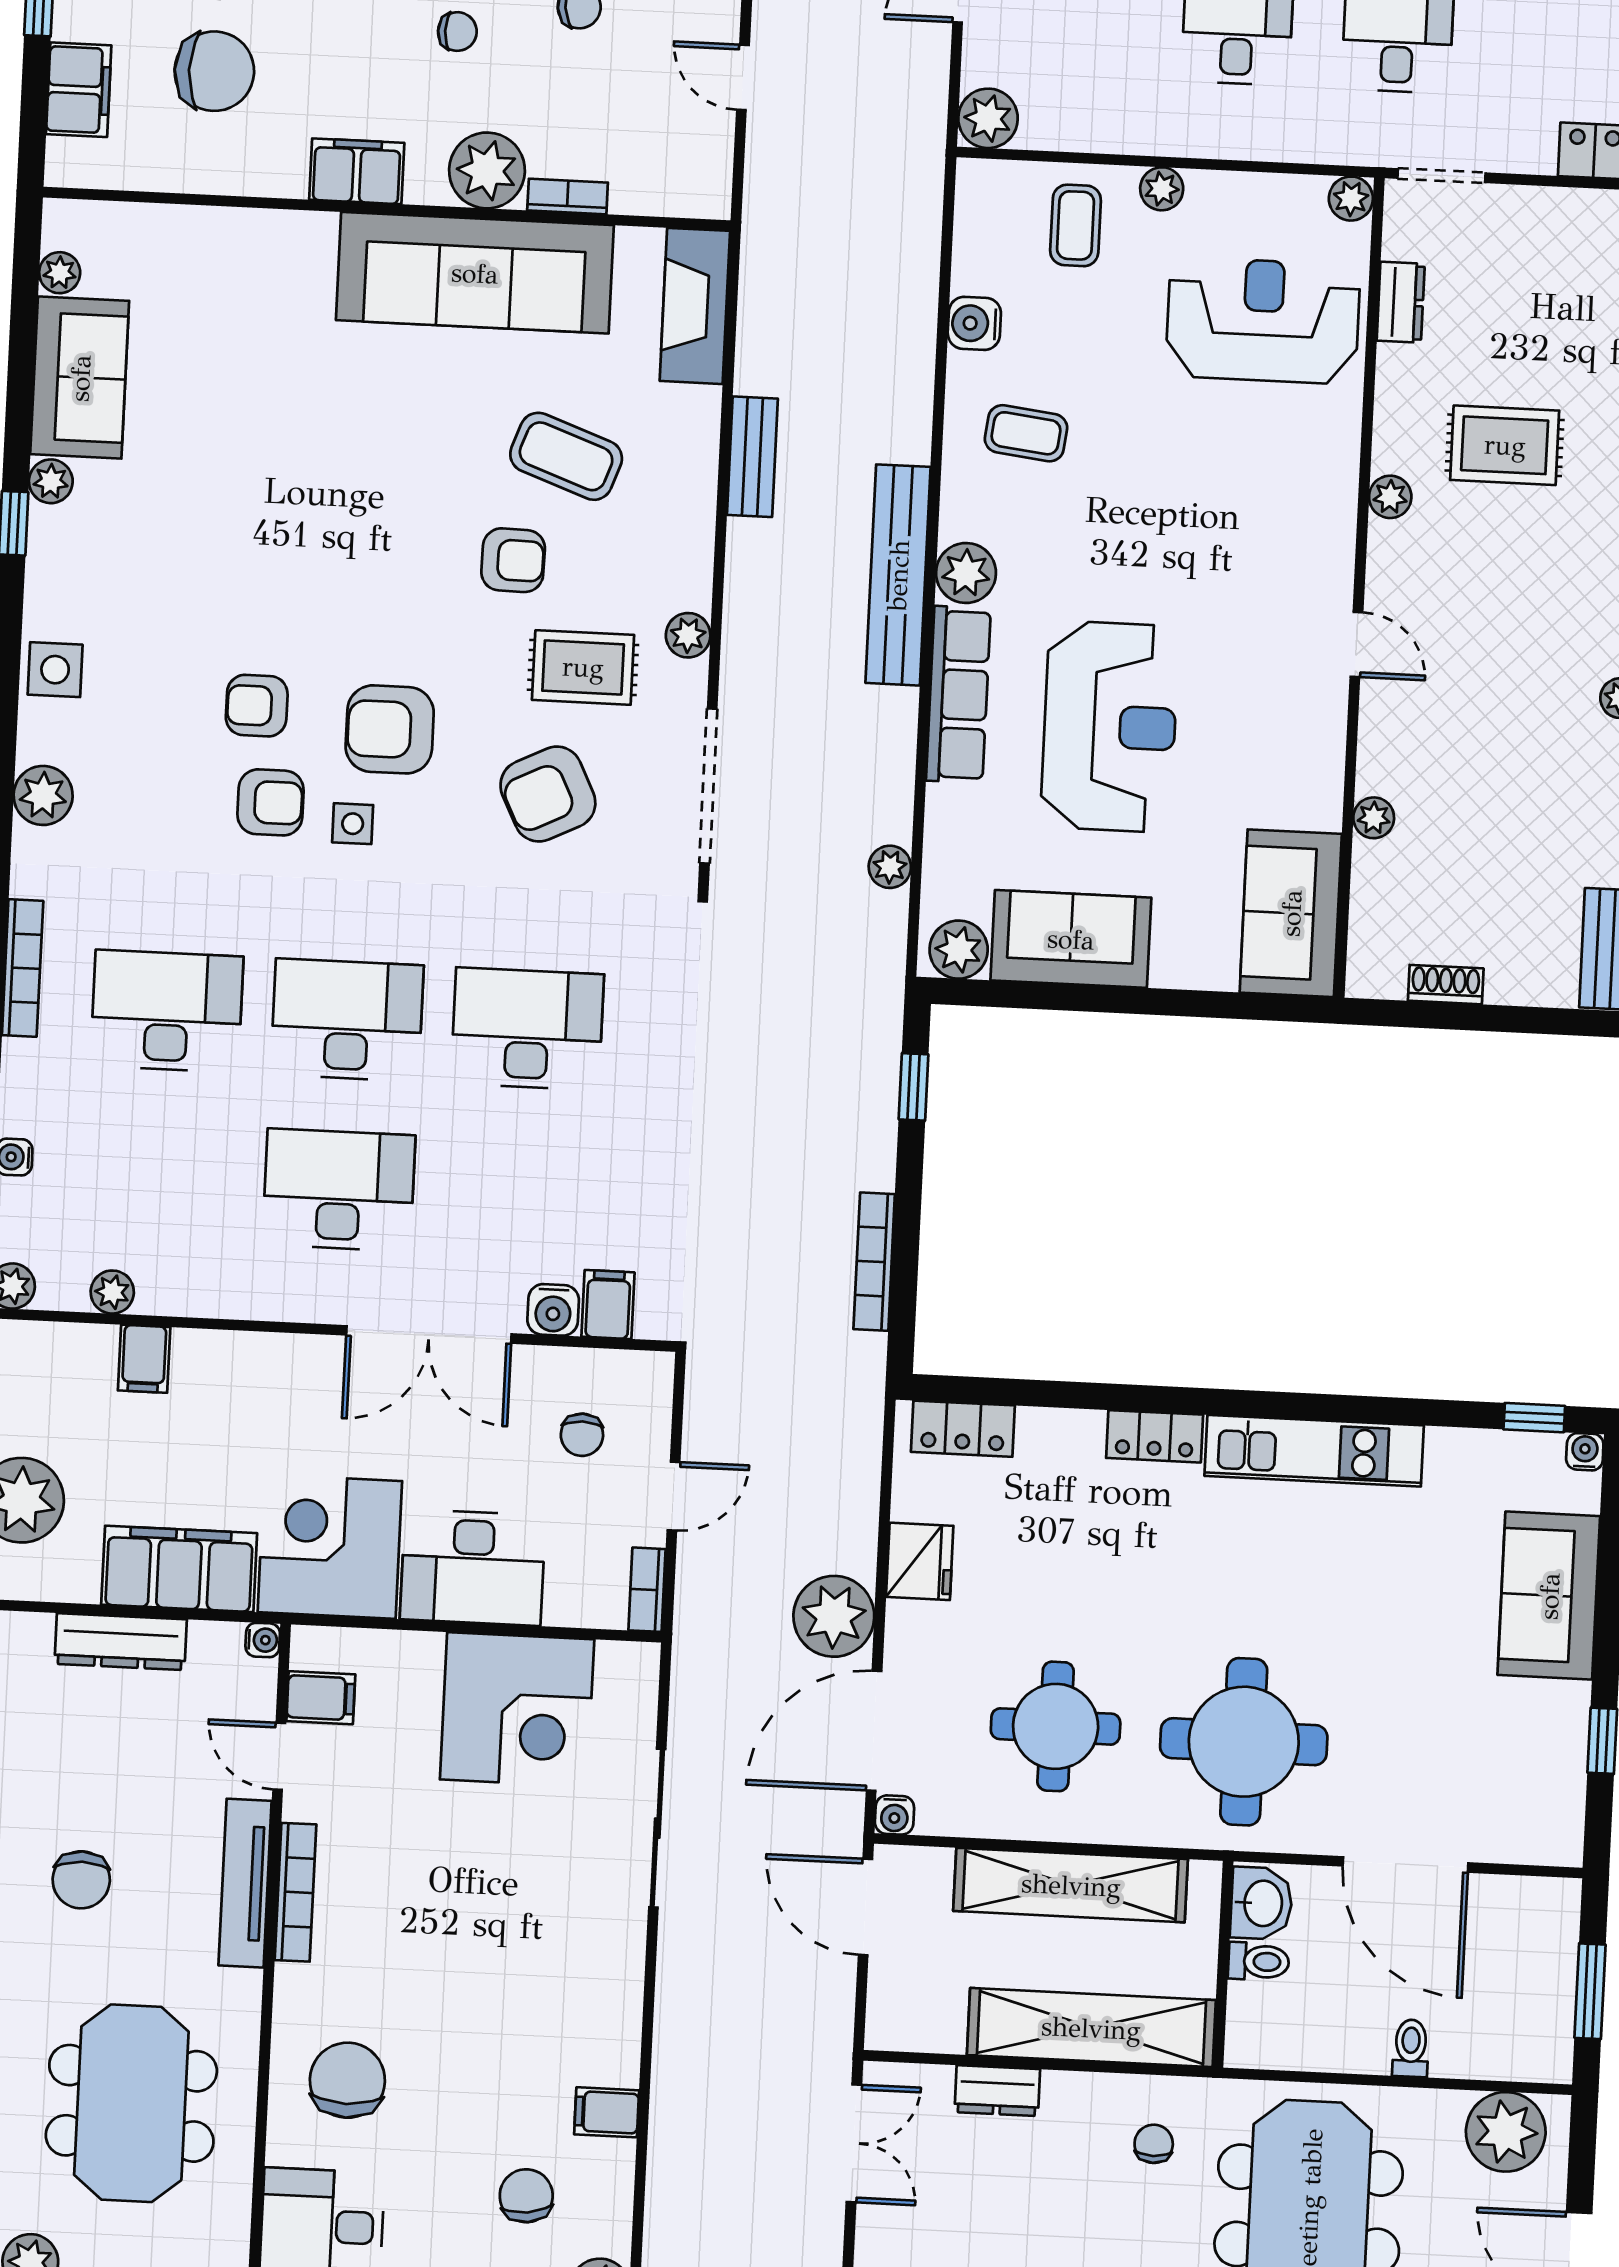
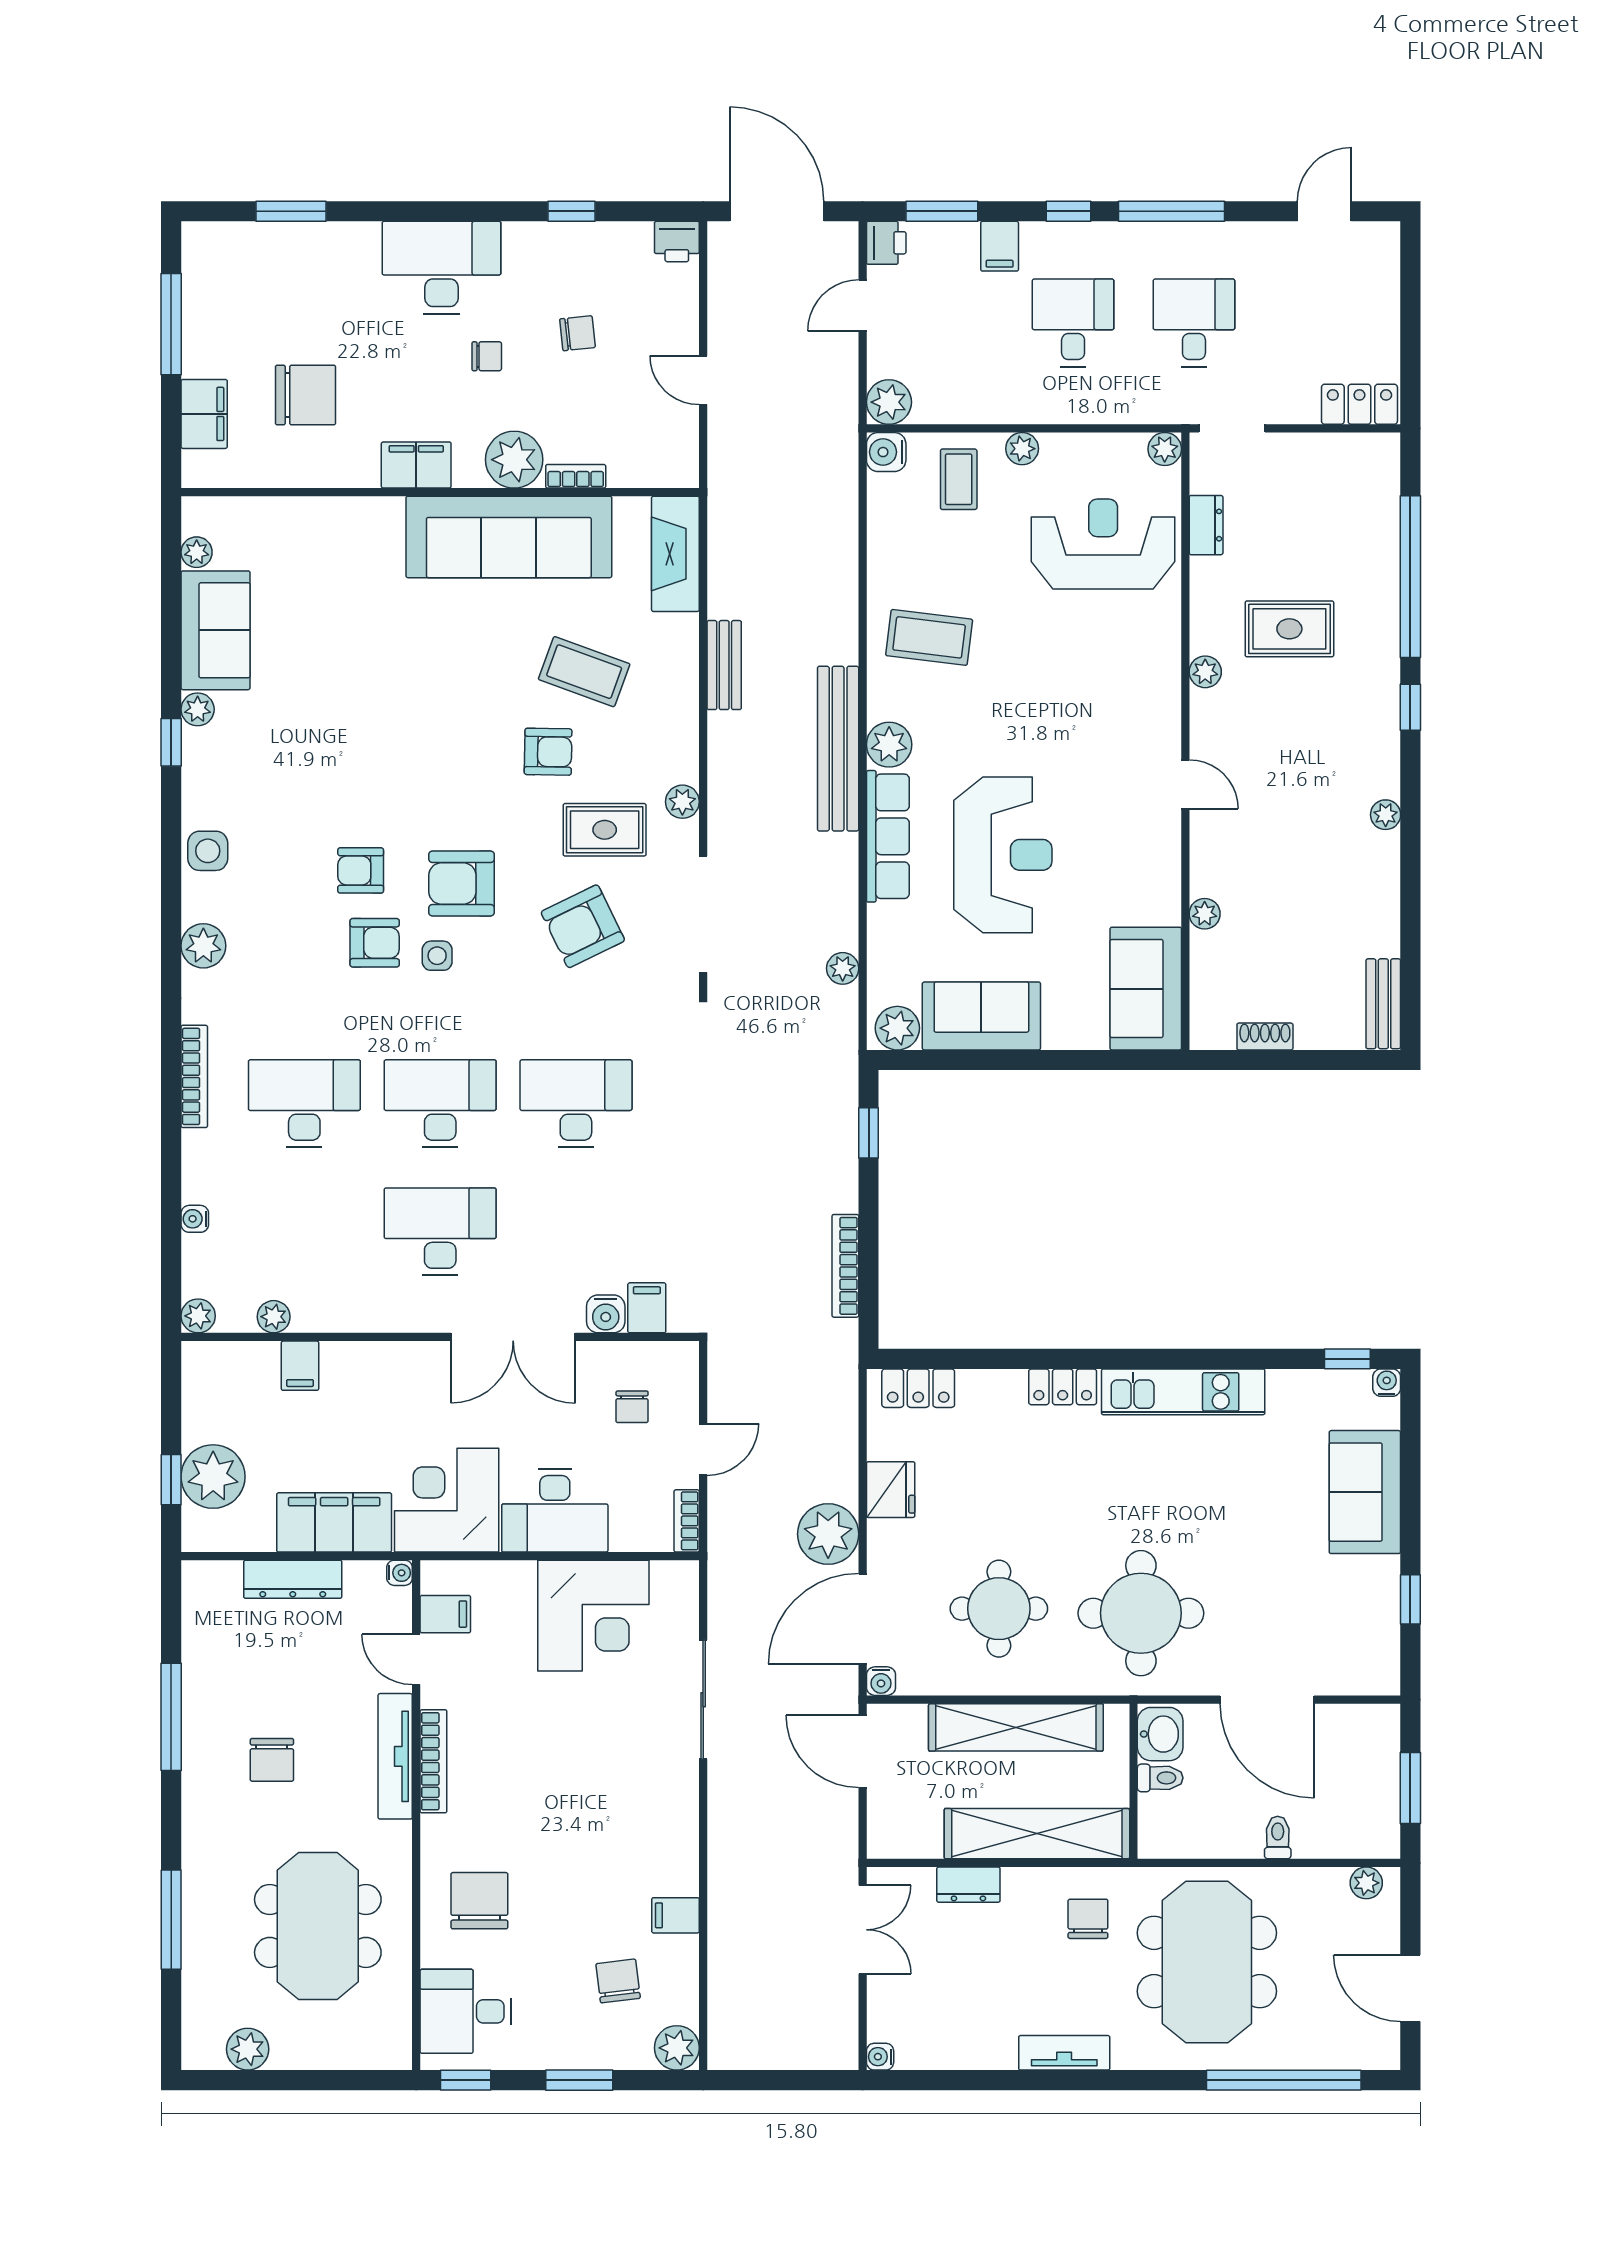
water cooler: (974, 323) -> (886, 452), moved
coffee table: (1026, 433) -> (929, 637), width x1.36, depth x1.30
plant: (1506, 2132) -> (1366, 1883), width x0.53, depth x0.53
chair: (1154, 2144) -> (1088, 1919), width x1.37, depth x1.37

